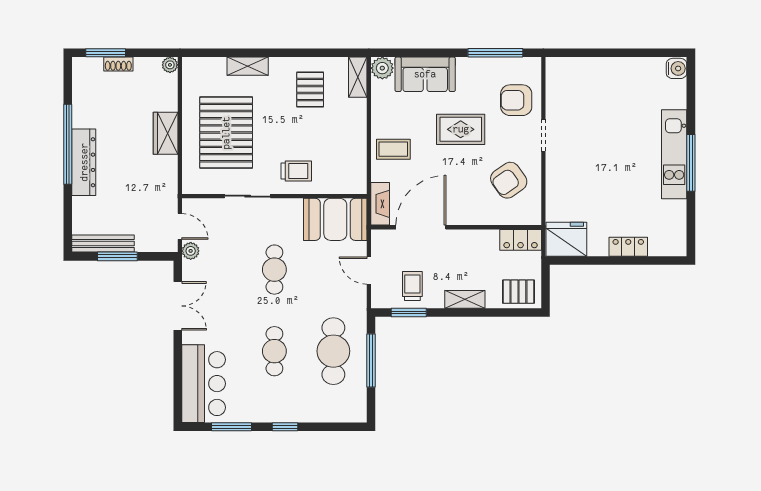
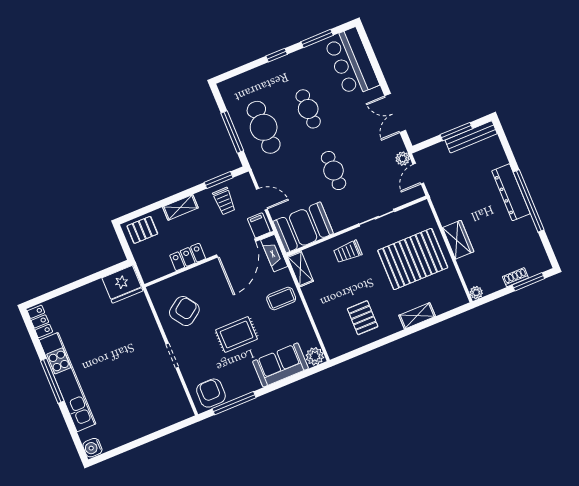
shelving: (358, 77) -> (300, 269), moved
armchair: (516, 100) -> (211, 393), moved, turned -90
pallet: (226, 133) -> (413, 259), turned 90
kitchen unit: (674, 154) -> (67, 382), width x1.36
door: (180, 226) -> (418, 174), hinge flipped
locker: (521, 240) -> (188, 257), moved
filing cabinet: (385, 242) -> (259, 225), added
locker: (628, 247) -> (40, 321), moved, turned -90

